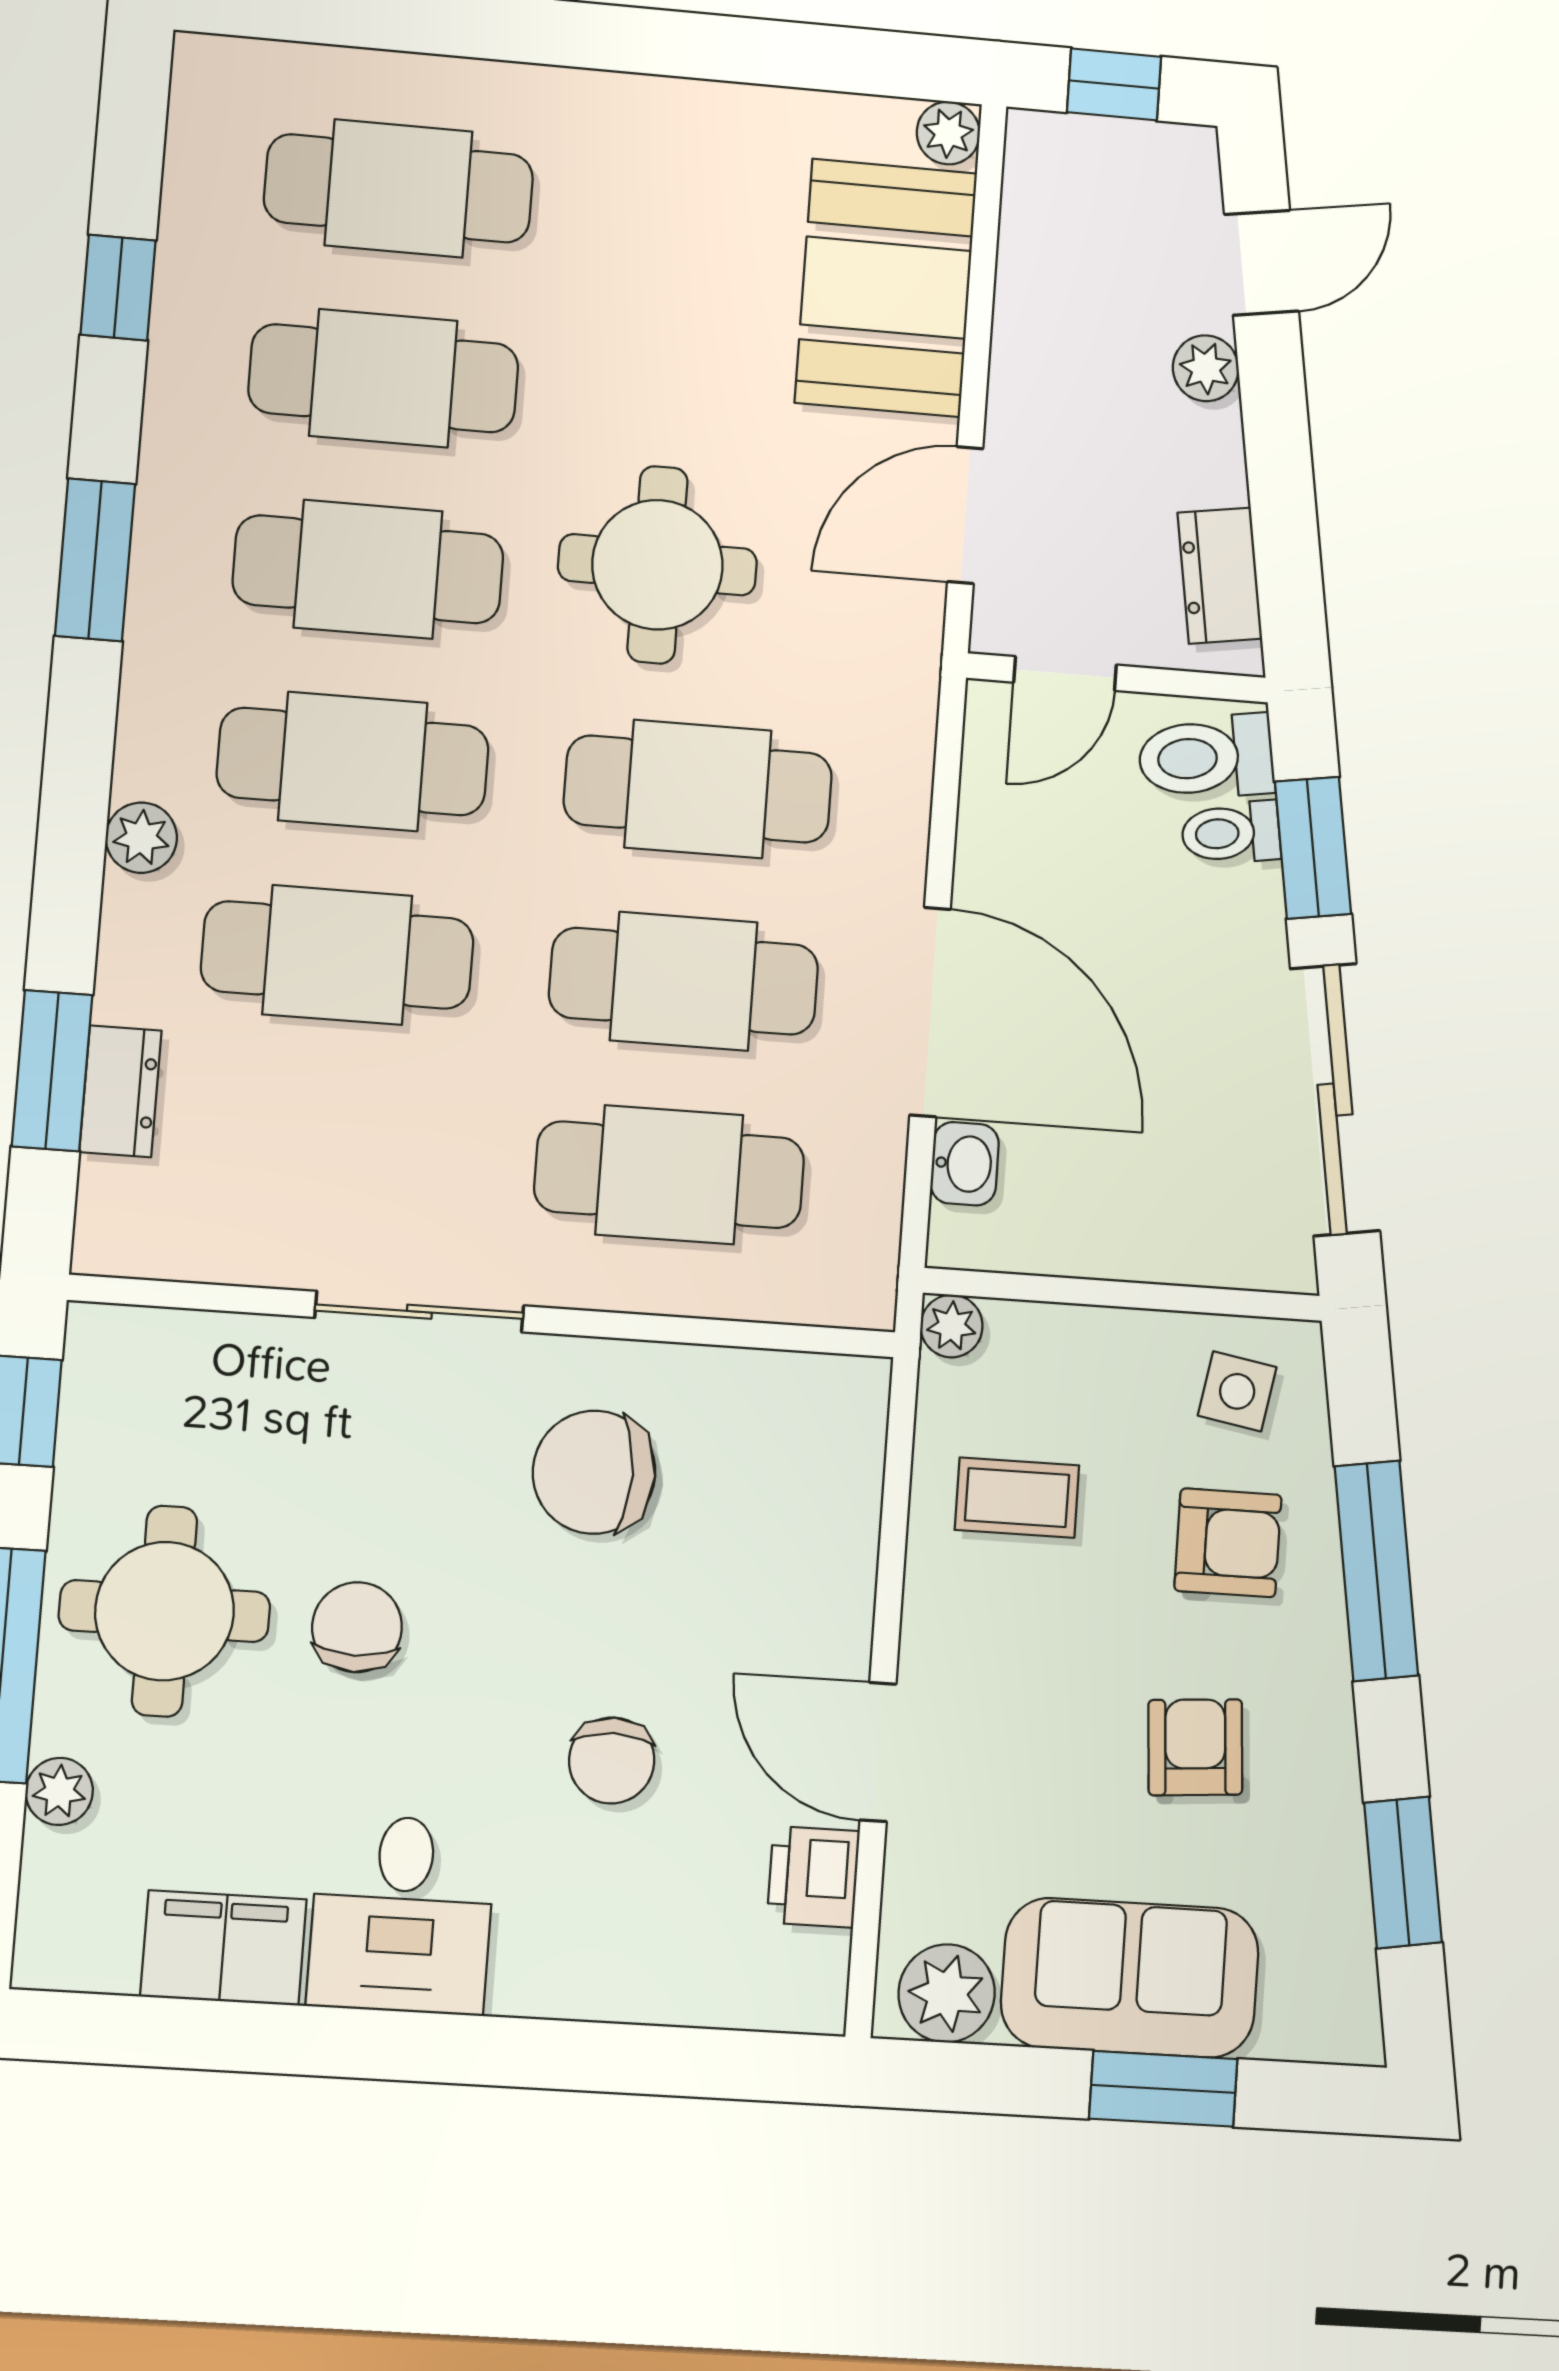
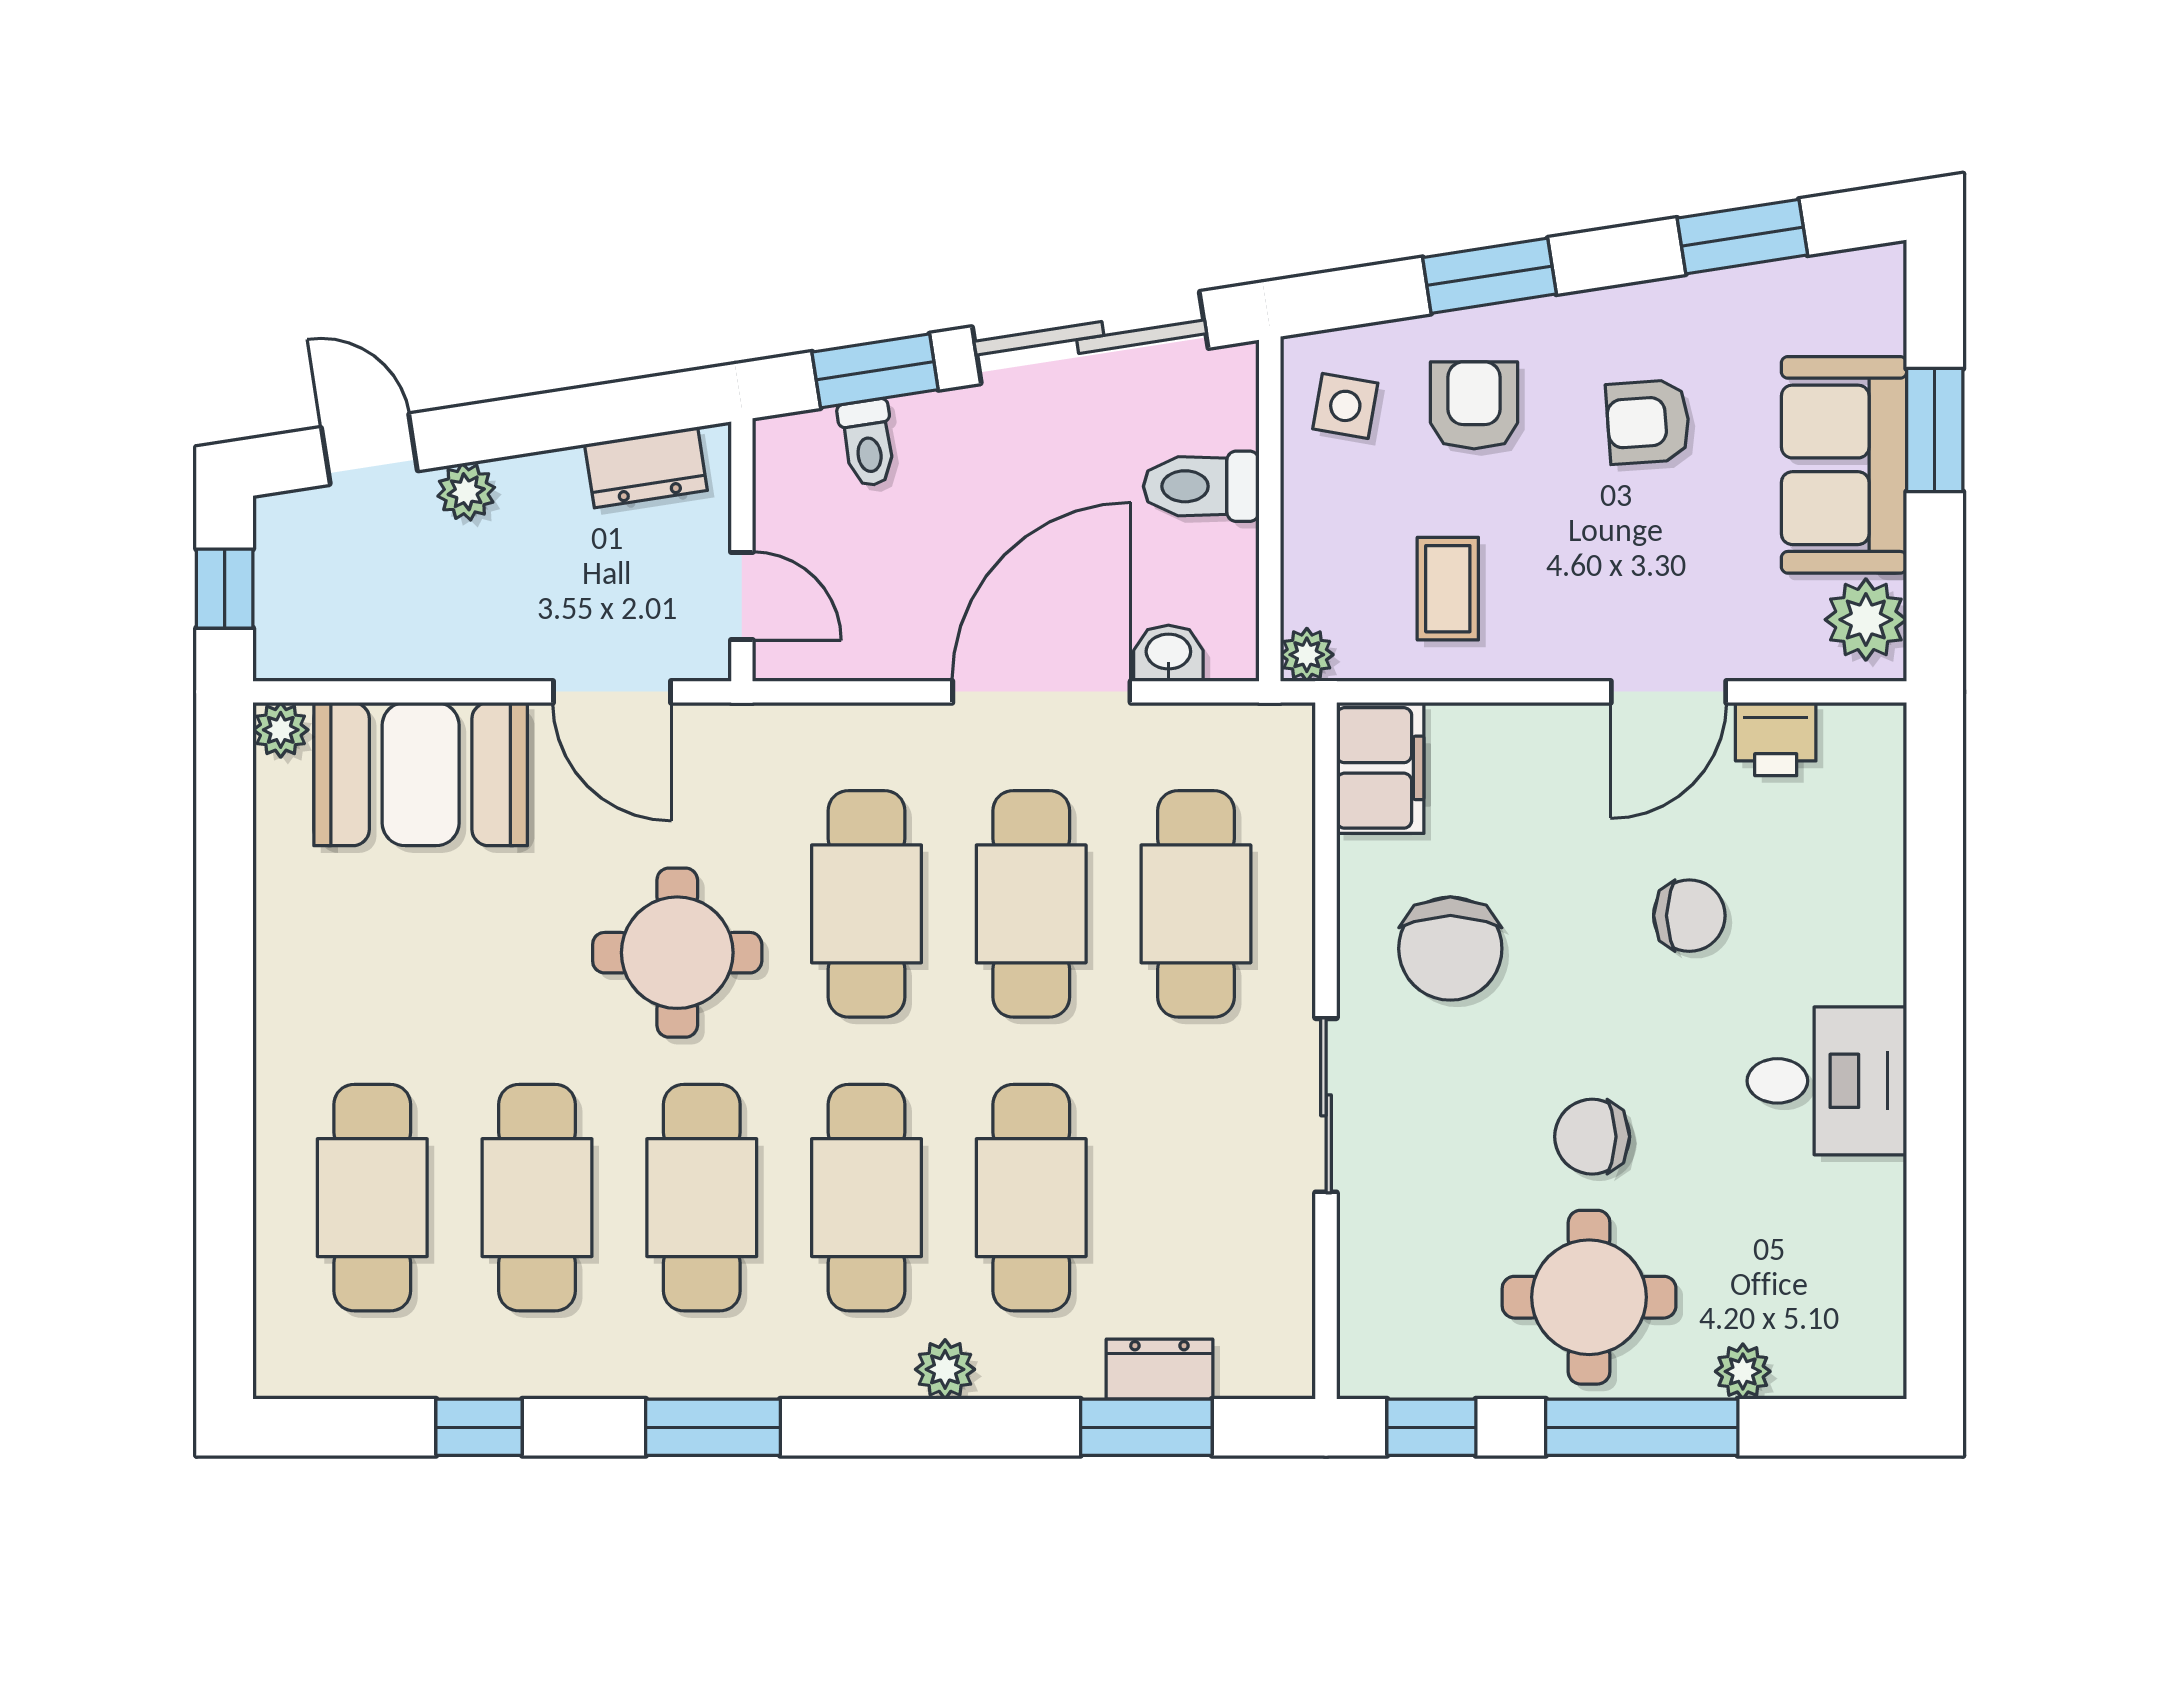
toilet: (1206, 757) -> (1201, 486), moved, turned 99
window: (1376, 1571) -> (1489, 276), width x0.69
filing cabinet: (223, 1948) -> (1380, 768), moved, turned 180

